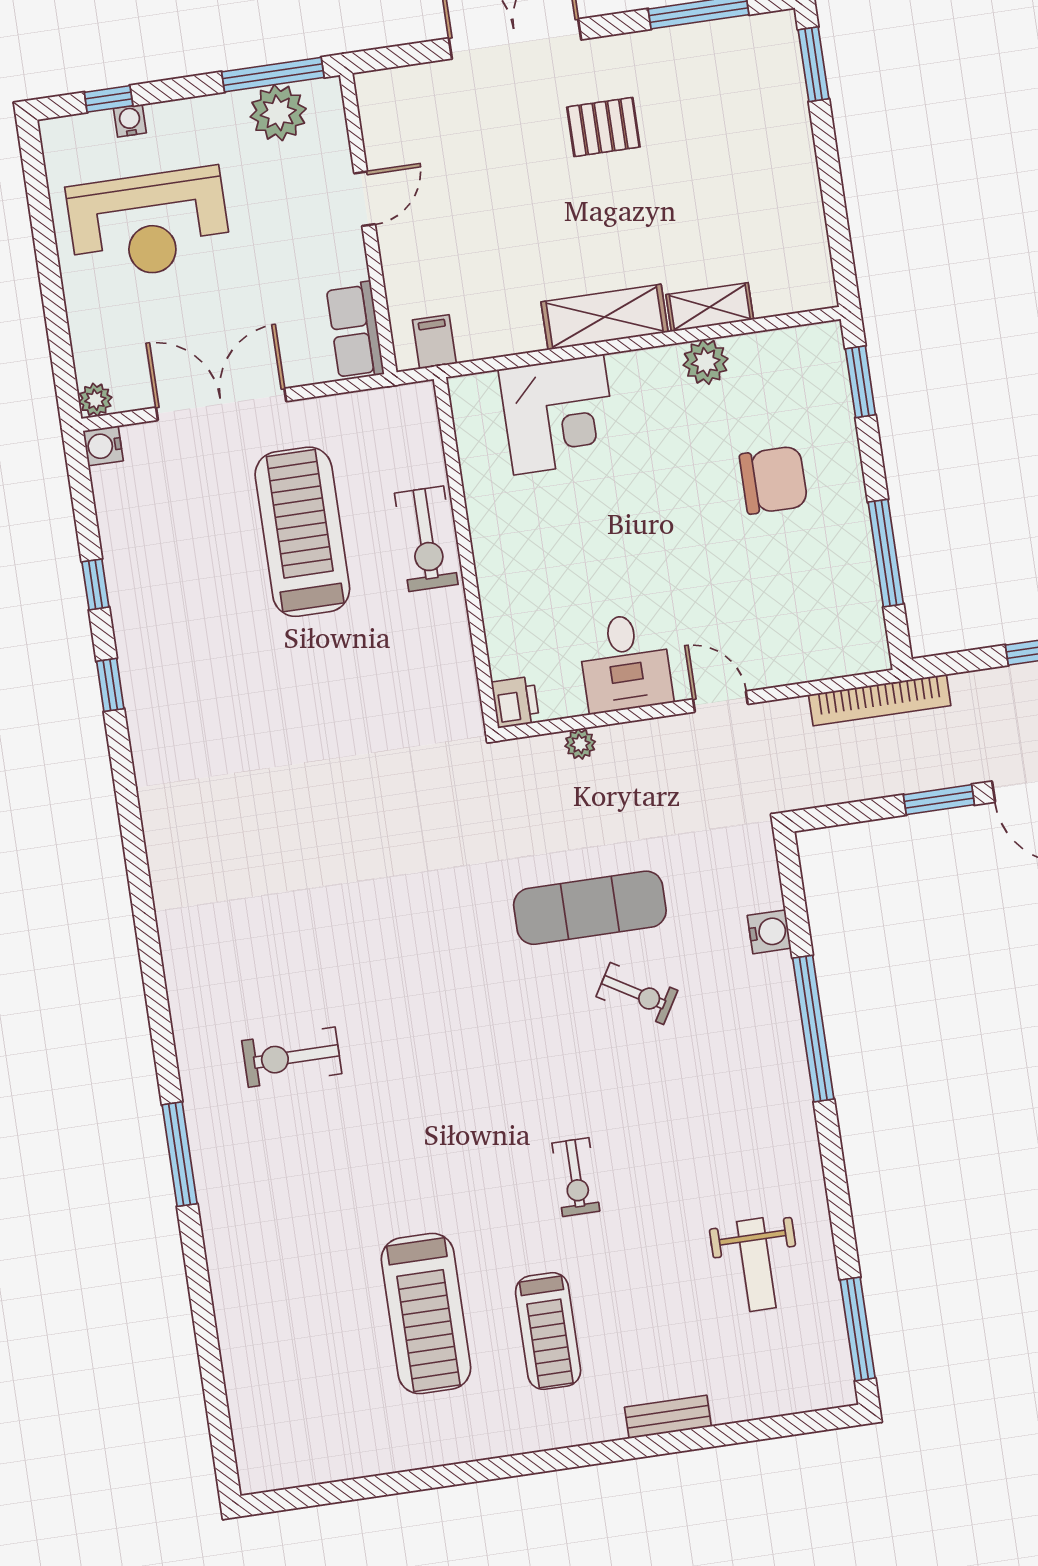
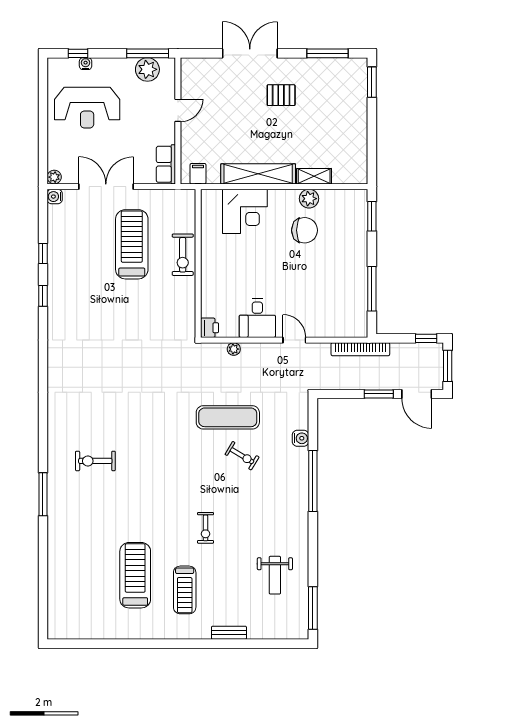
shelving: (605, 317) -> (258, 174), width x1.47
chair: (773, 480) -> (305, 230), moved
treadmill: (426, 1314) -> (135, 575), turned 180

